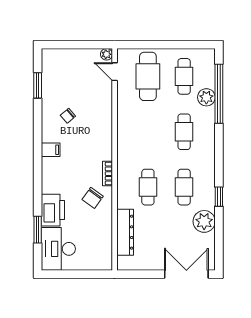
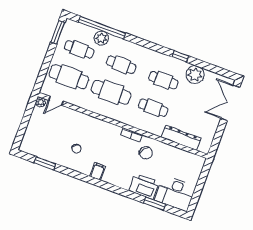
window: (195, 45) -> (58, 32), added
cafe table: (148, 132) -> (111, 92), added

